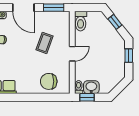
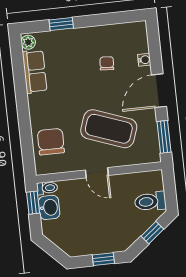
toilet: (81, 21) -> (150, 201), moved
coffee table: (44, 43) -> (109, 129), width x1.86, depth x1.72

